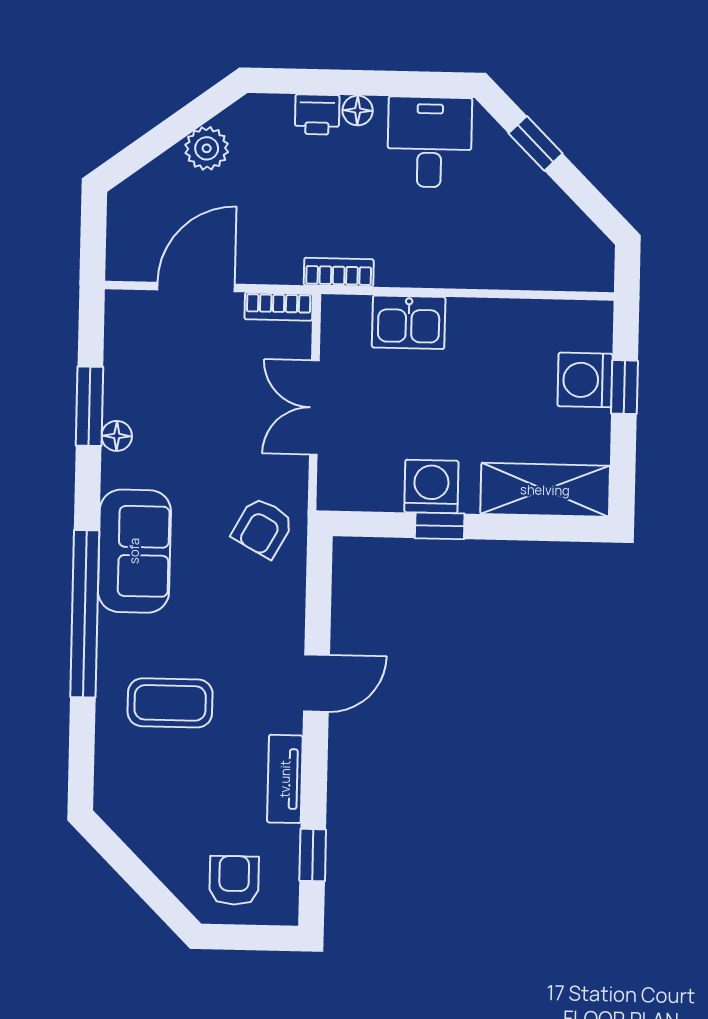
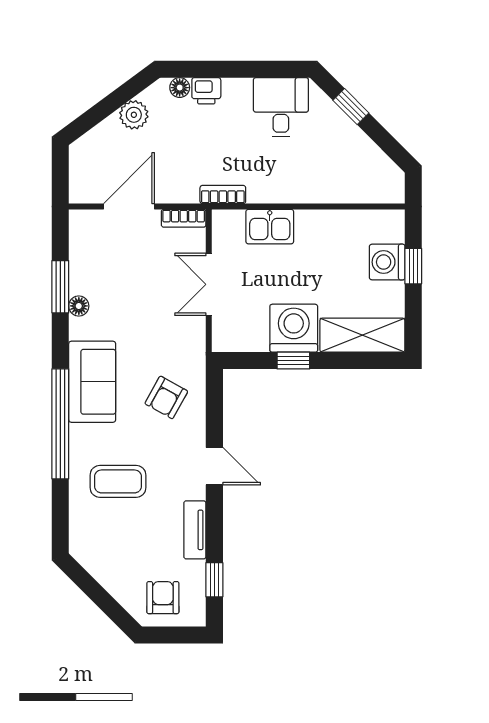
floor lamp: (358, 110) -> (180, 88), moved
washing machine: (431, 487) -> (294, 328), width x1.37, depth x1.37
armchair: (263, 528) -> (166, 397), moved
door: (317, 683) -> (214, 466), hinge flipped

